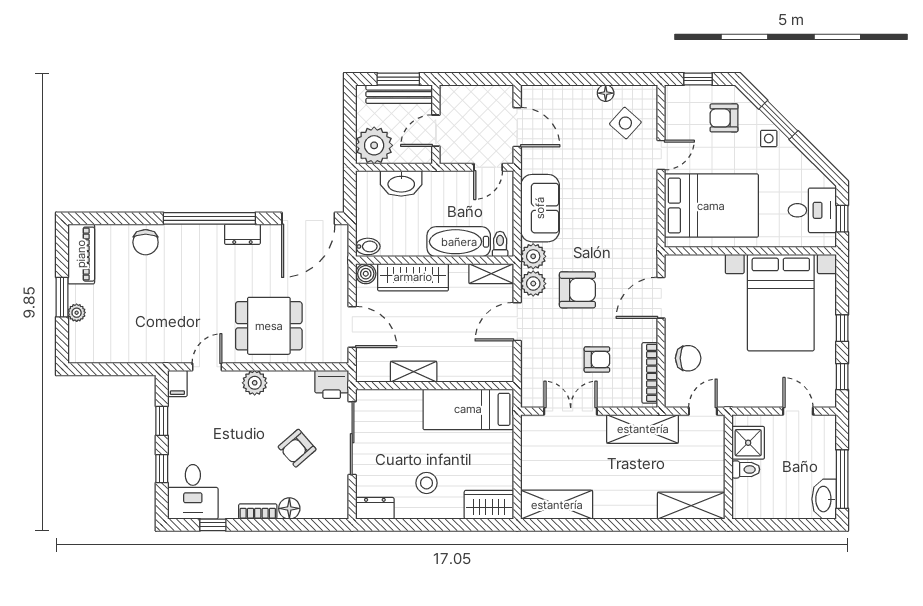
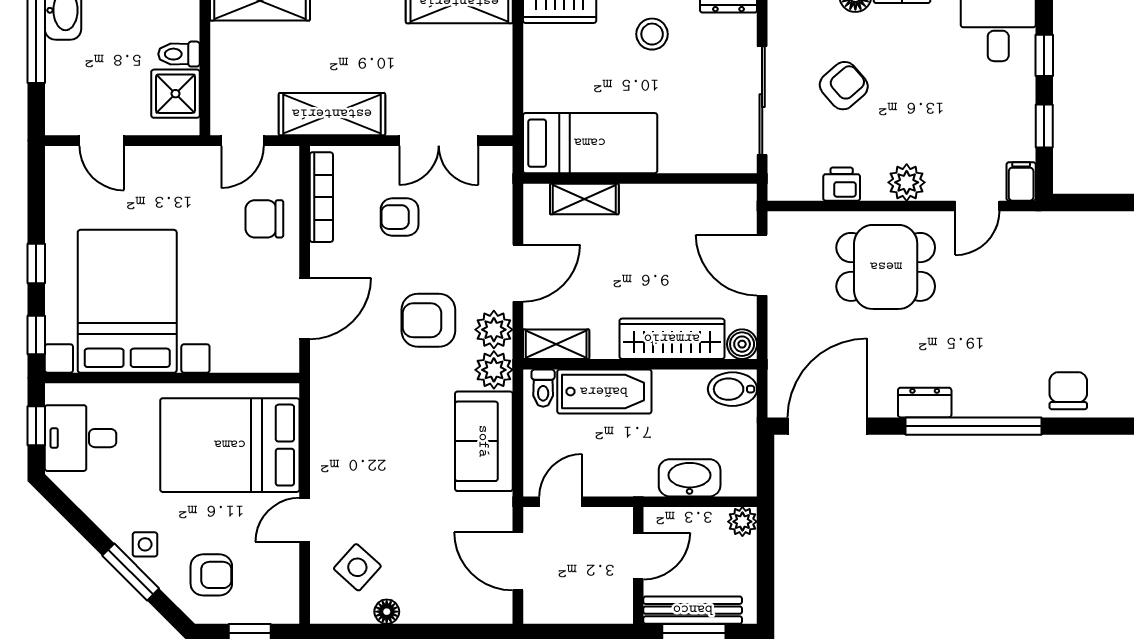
plant: (374, 145) -> (742, 522), width x0.53, depth x0.53
bidet: (368, 246) -> (732, 389), width x1.38, depth x1.36
shelving: (414, 372) -> (584, 199), moved
window: (842, 377) -> (36, 335), moved
printer: (332, 384) -> (842, 184), moved, width x0.73, depth x0.81

